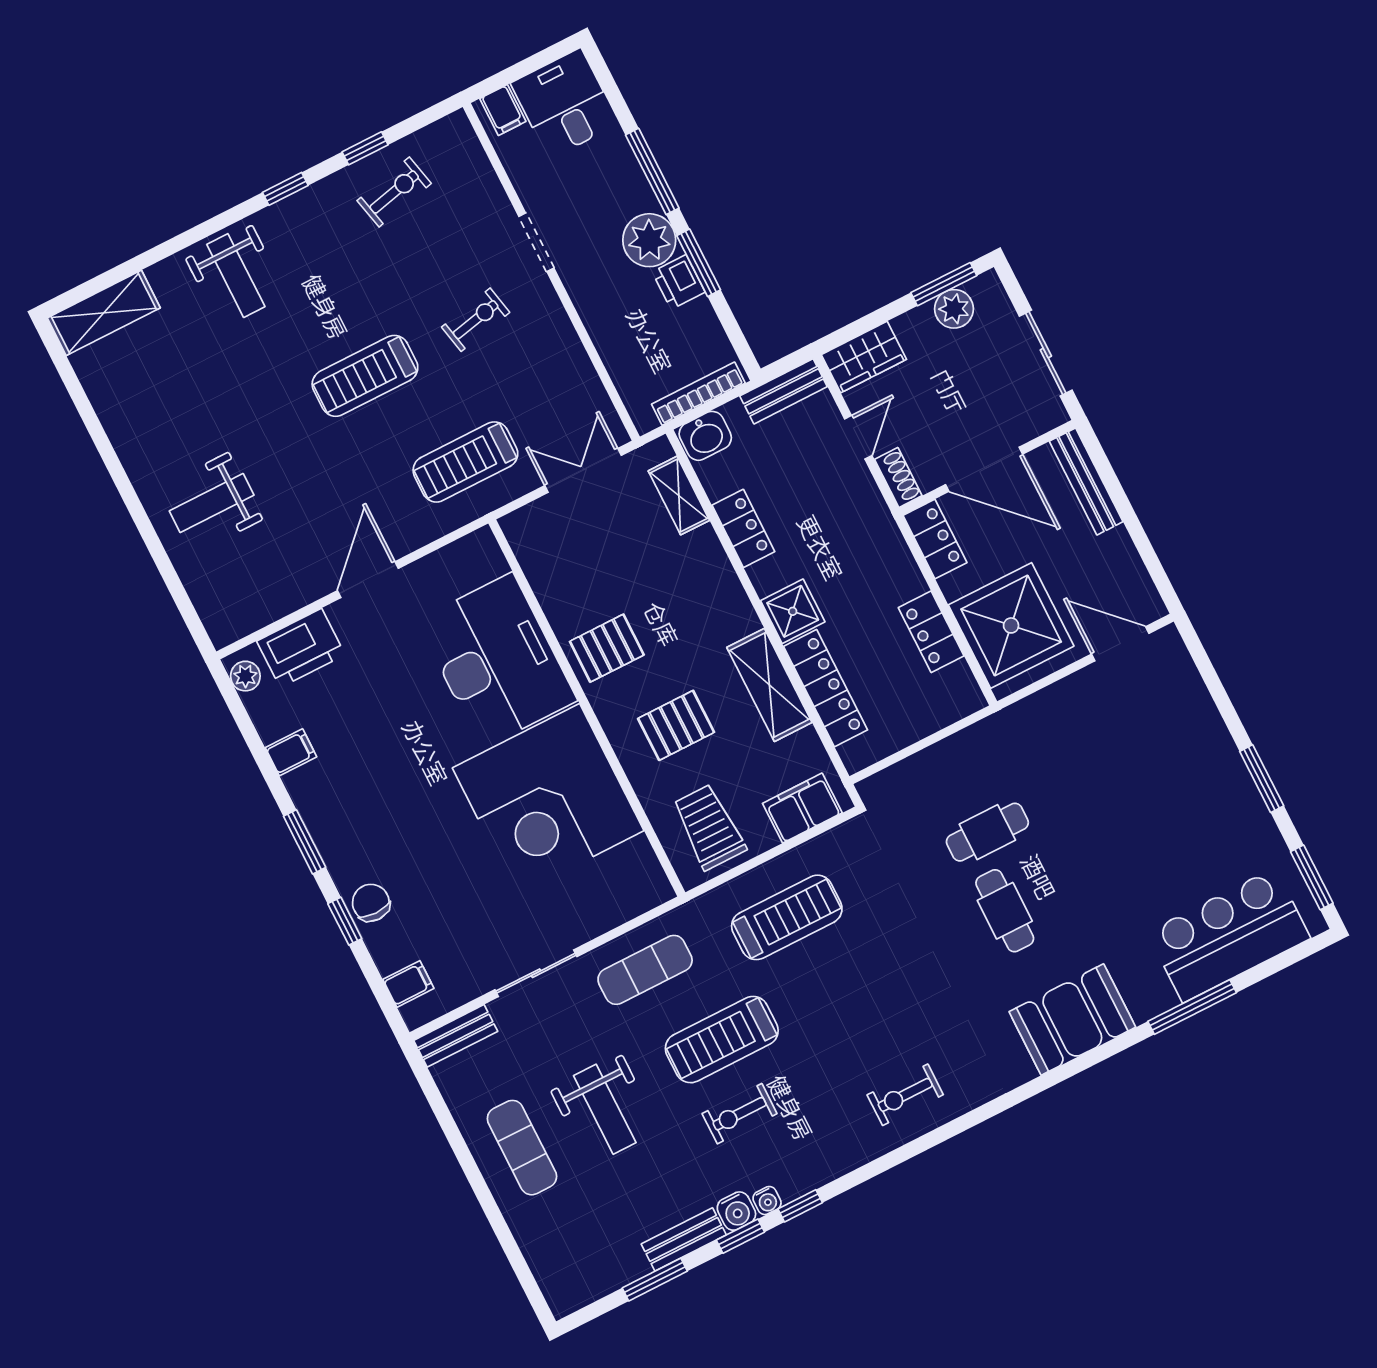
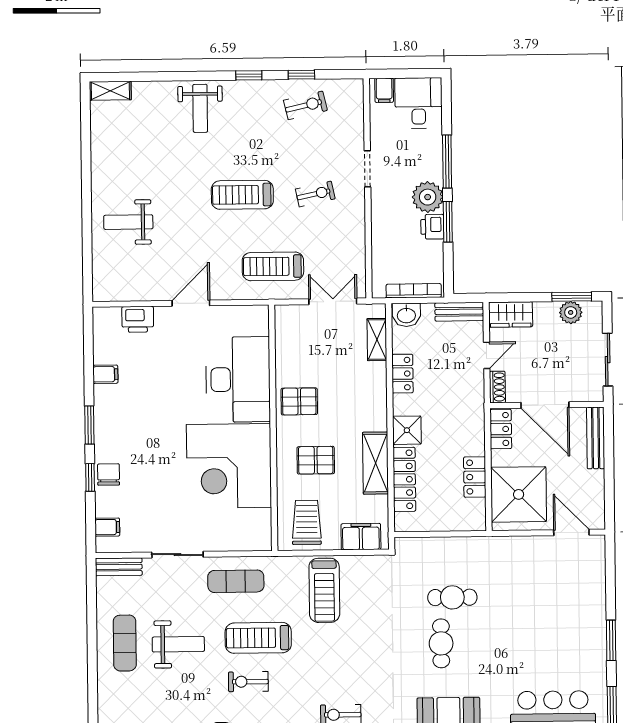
shelving: (104, 313) -> (110, 91), width x0.67, depth x0.75
printer: (301, 648) -> (138, 319), width x0.73, depth x0.84
plant: (245, 676) -> (101, 322), removed
treadmill: (787, 917) -> (324, 590), turned 90
weight bench: (605, 1109) -> (178, 644), turned -90

